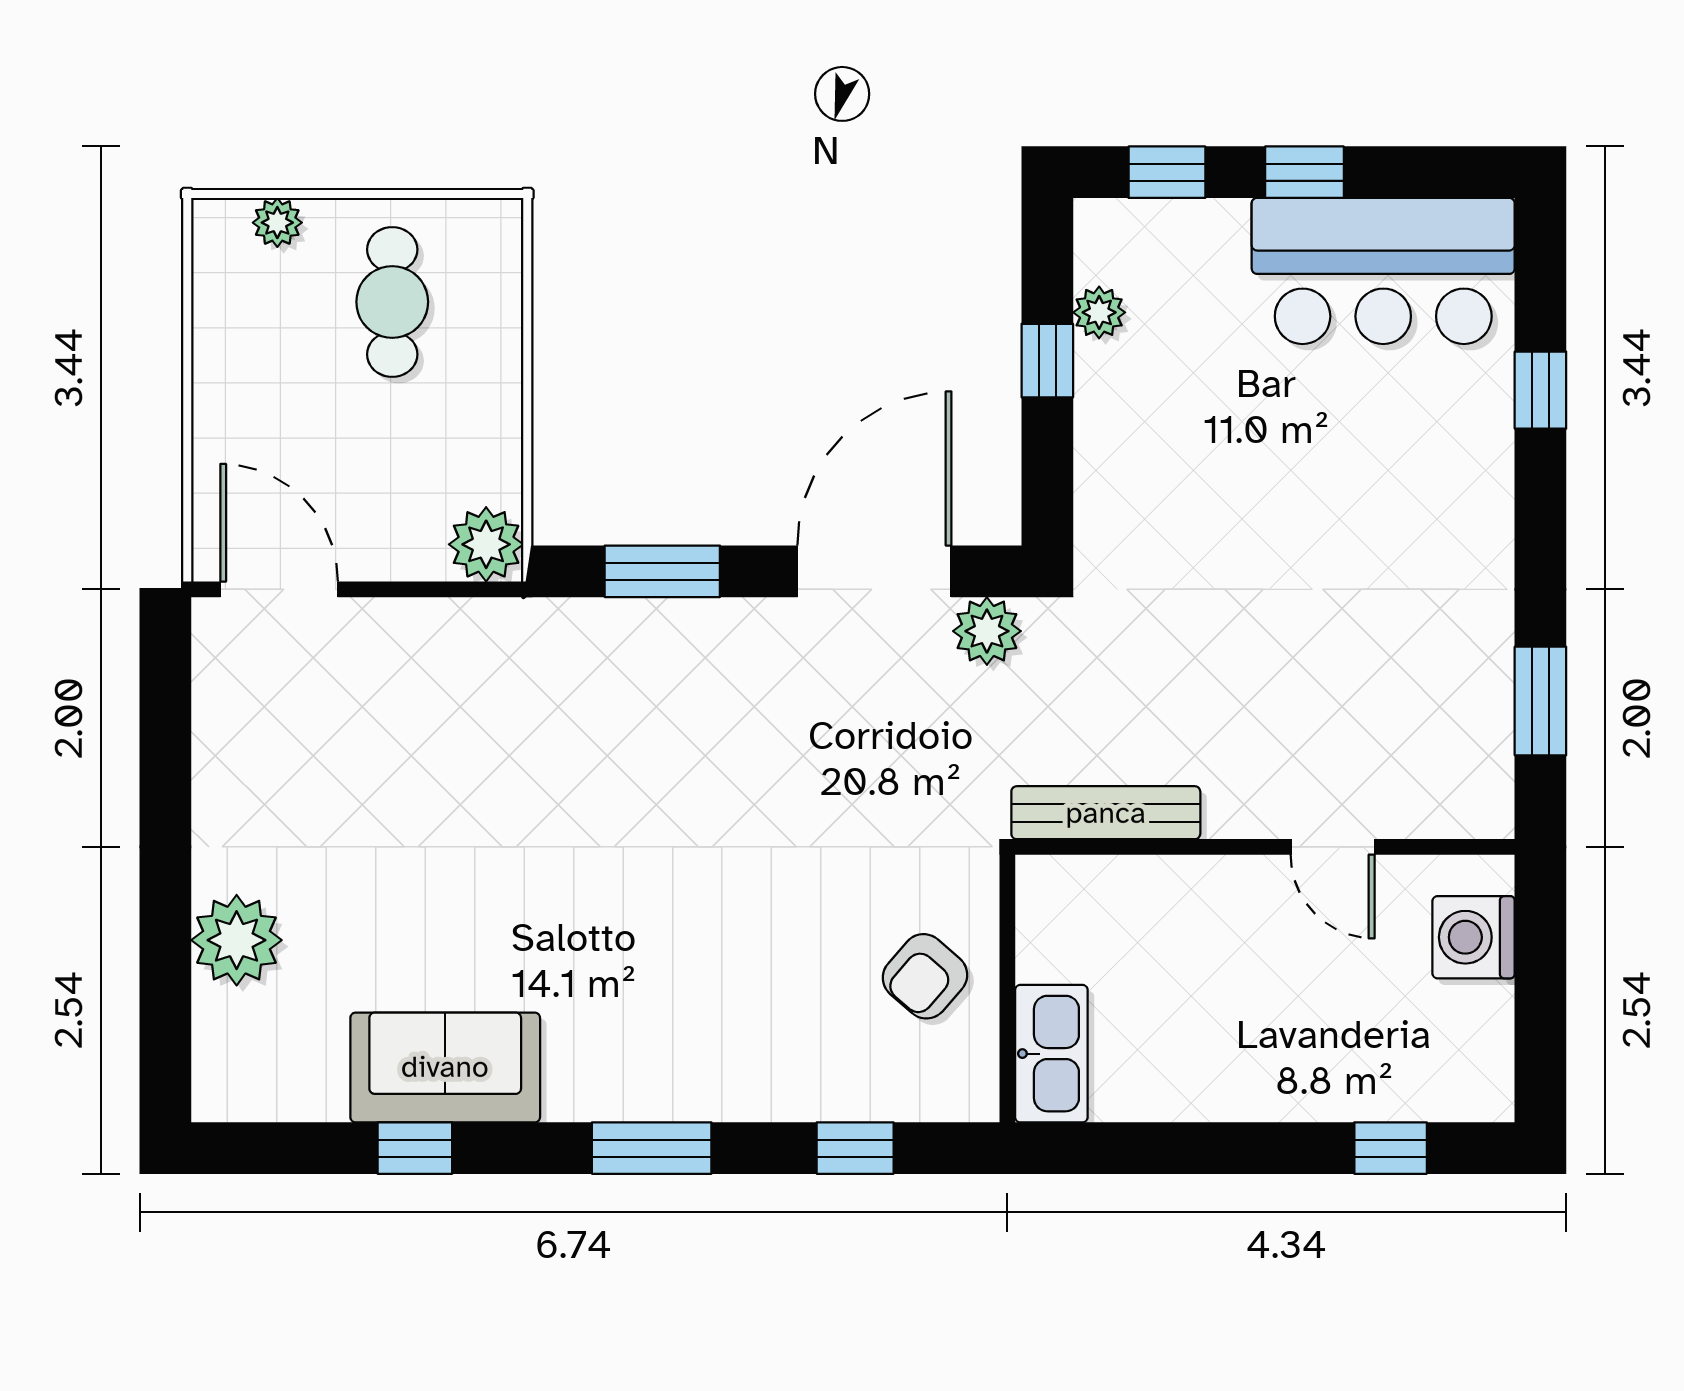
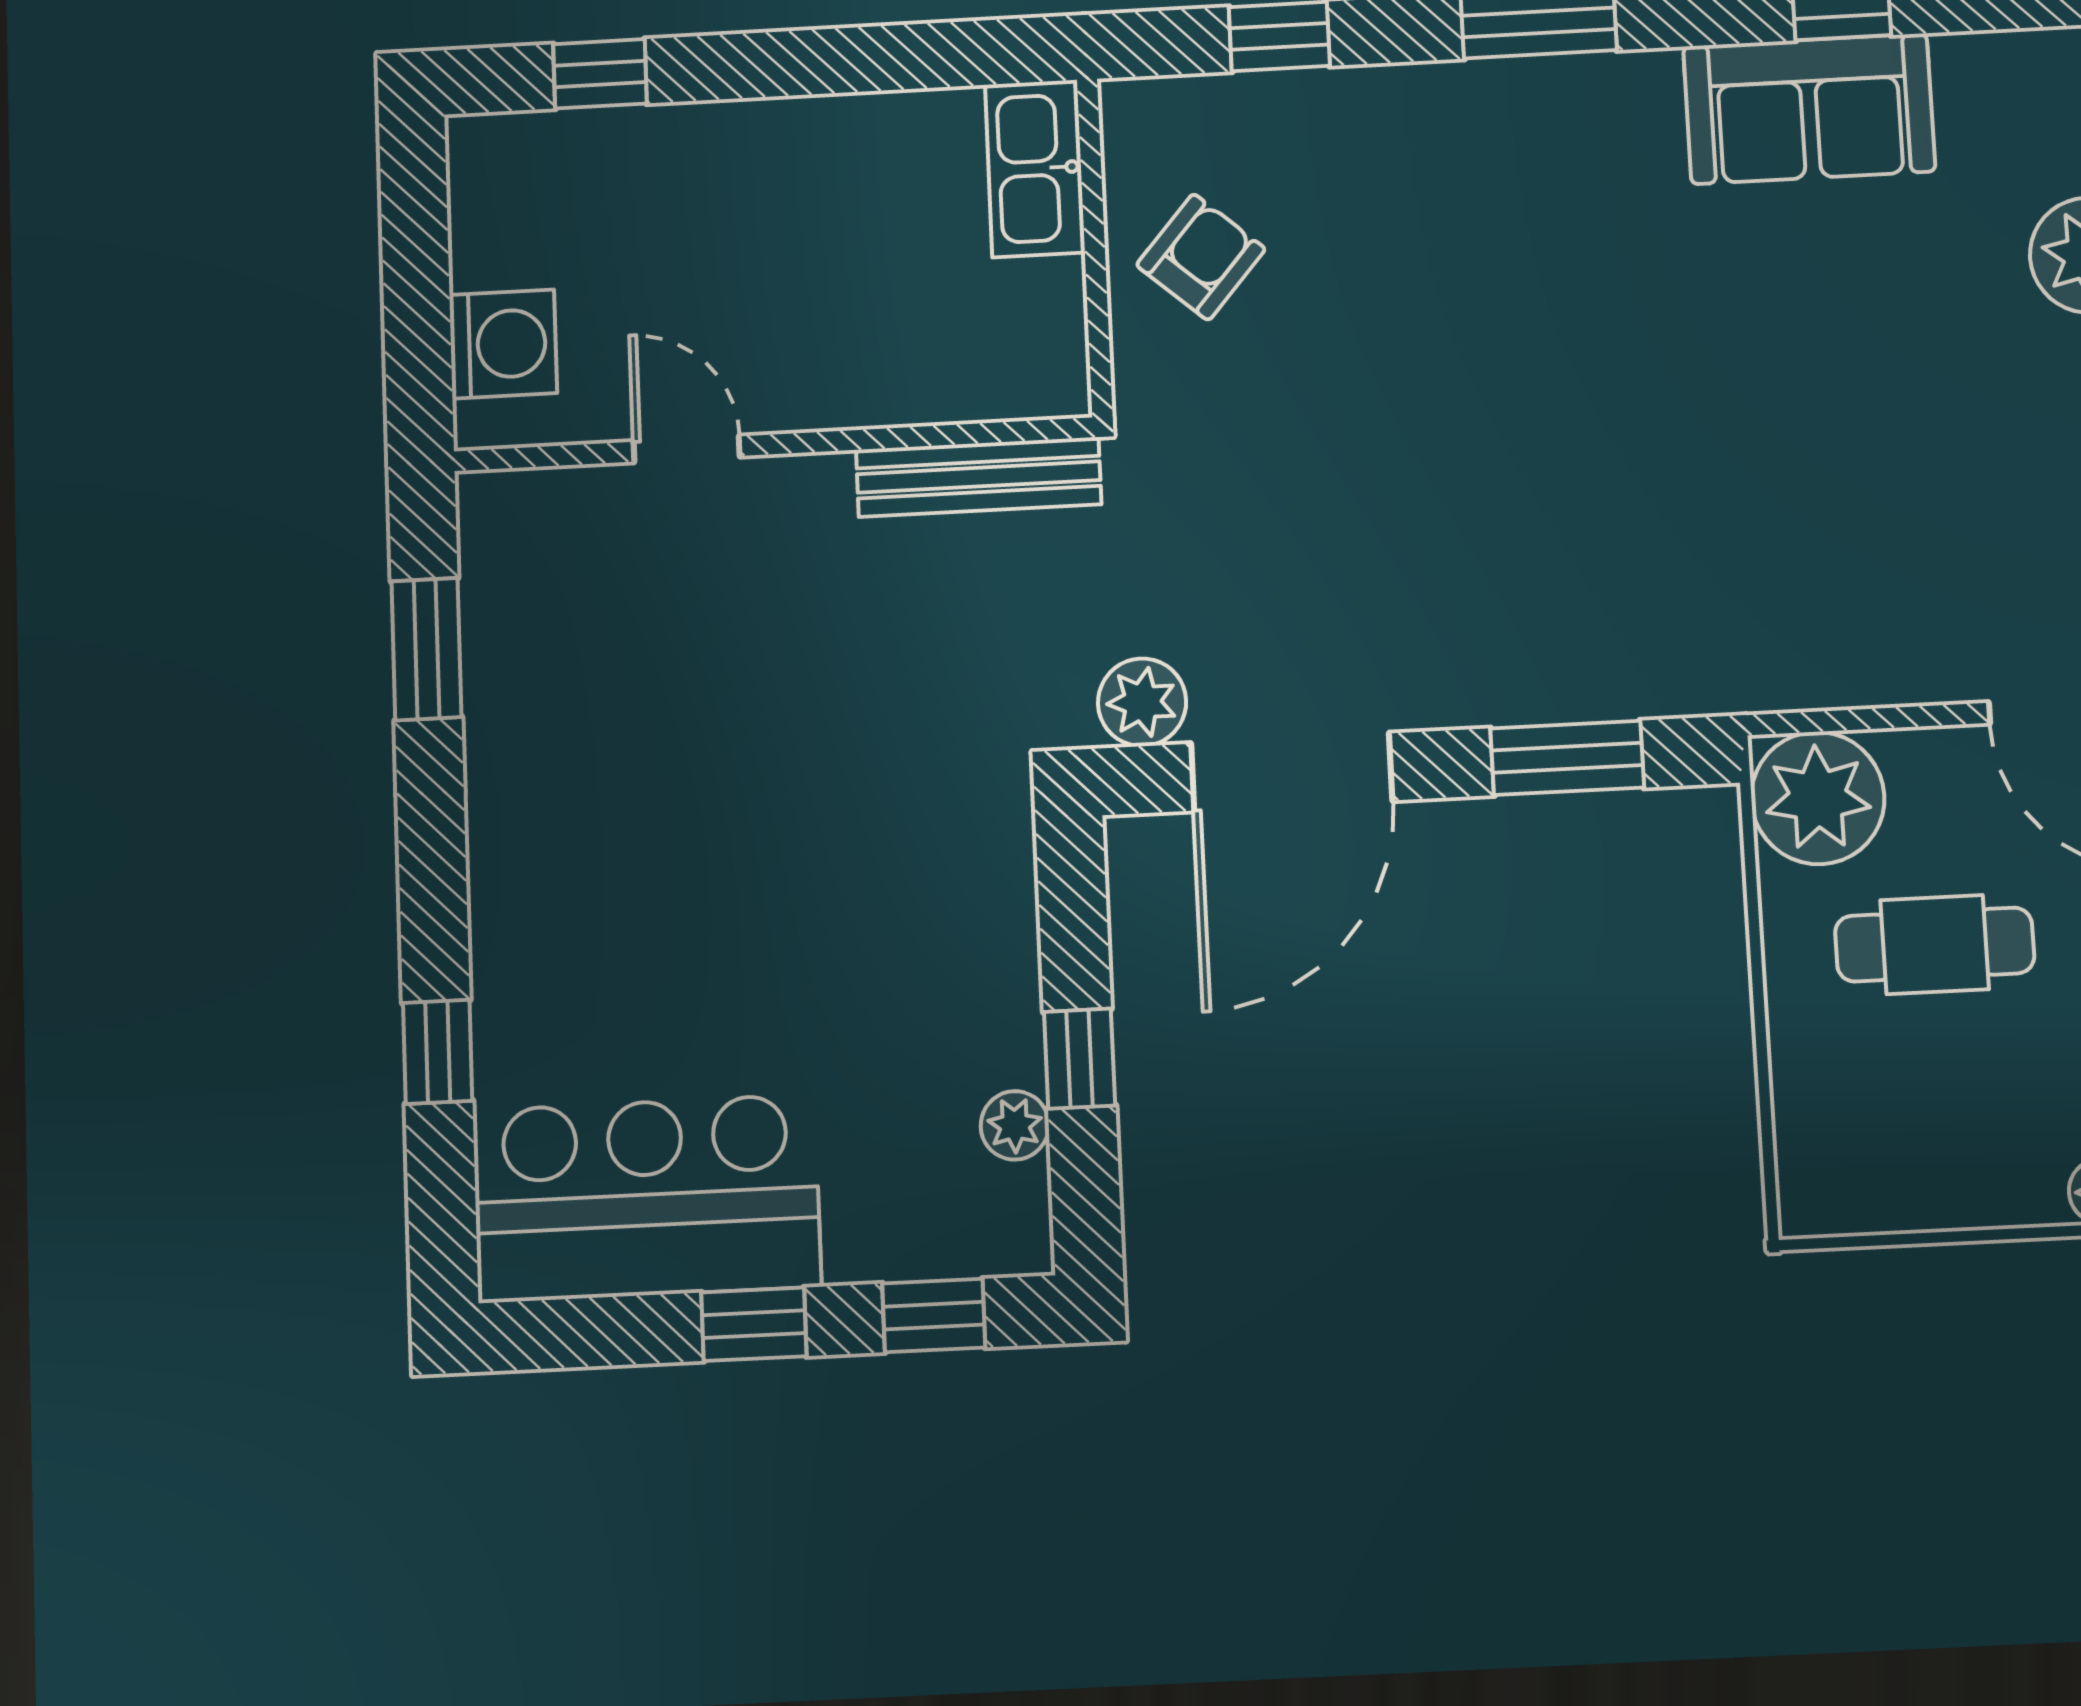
cafe table: (392, 302) -> (1935, 945), moved, turned 90
plant: (486, 544) -> (1818, 798), width x1.36, depth x1.36

